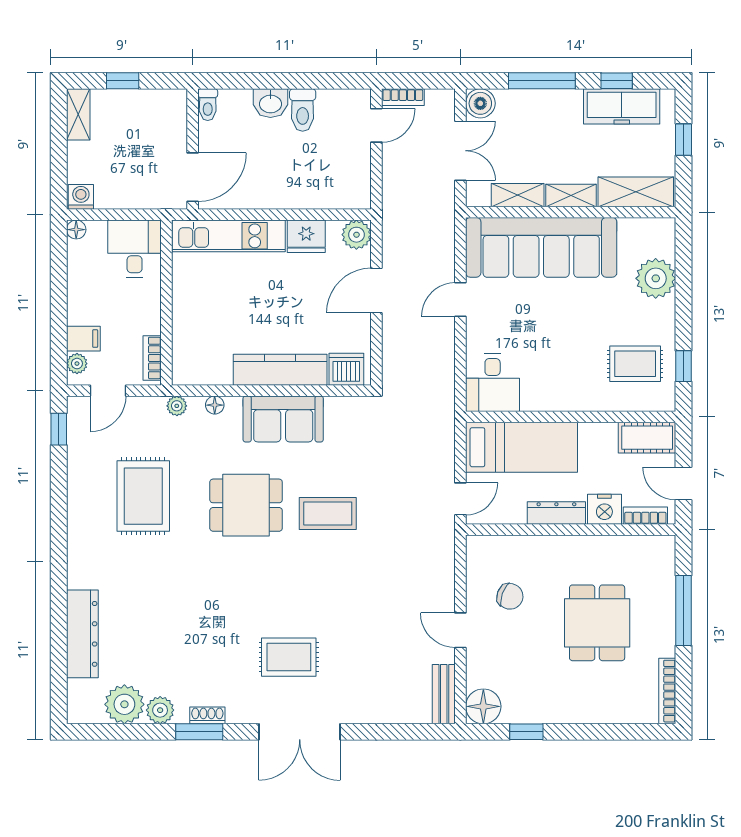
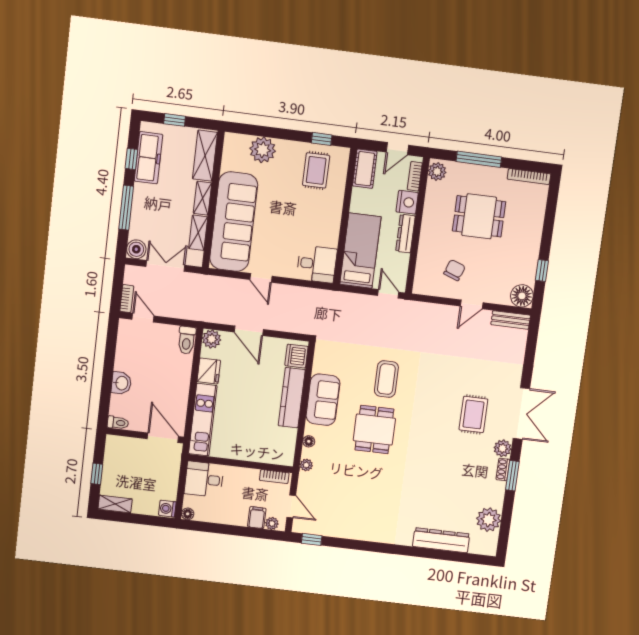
toilet: (303, 110) -> (187, 340), moved, turned 90
rug: (143, 496) -> (360, 493), removed
plant: (657, 549) -> (437, 172), added
plant: (160, 710) -> (502, 448), moved

